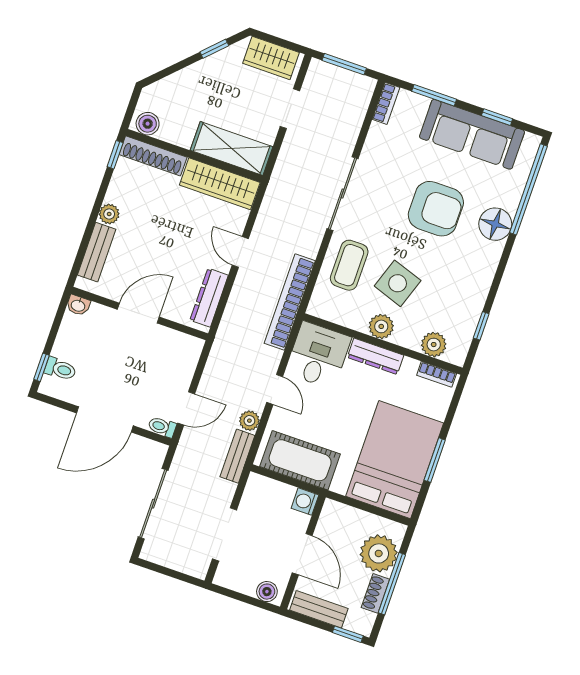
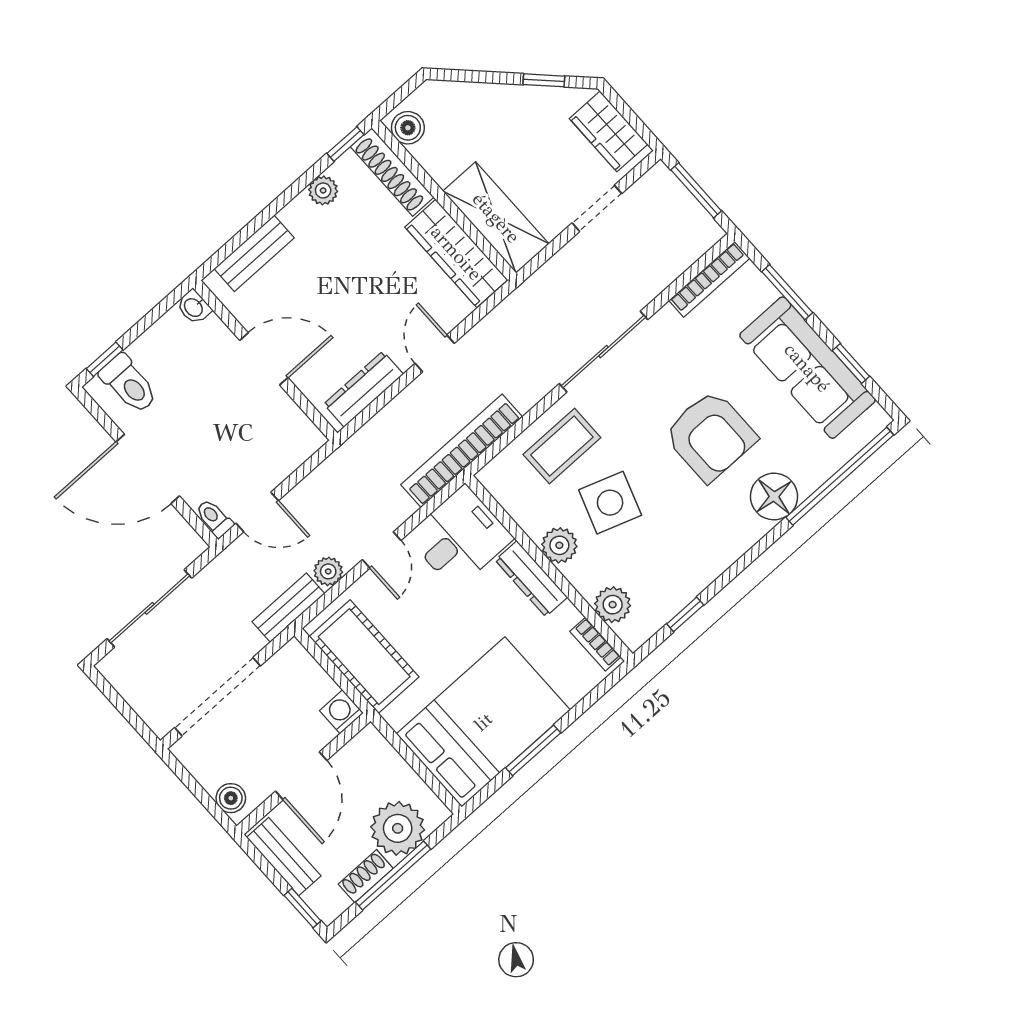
bookcase: (386, 103) -> (709, 279), width x1.56
plant: (109, 214) -> (323, 190), moved
toilet: (60, 369) -> (129, 384), width x1.37, depth x1.39
doorway: (224, 534) -> (218, 697), width x1.36

